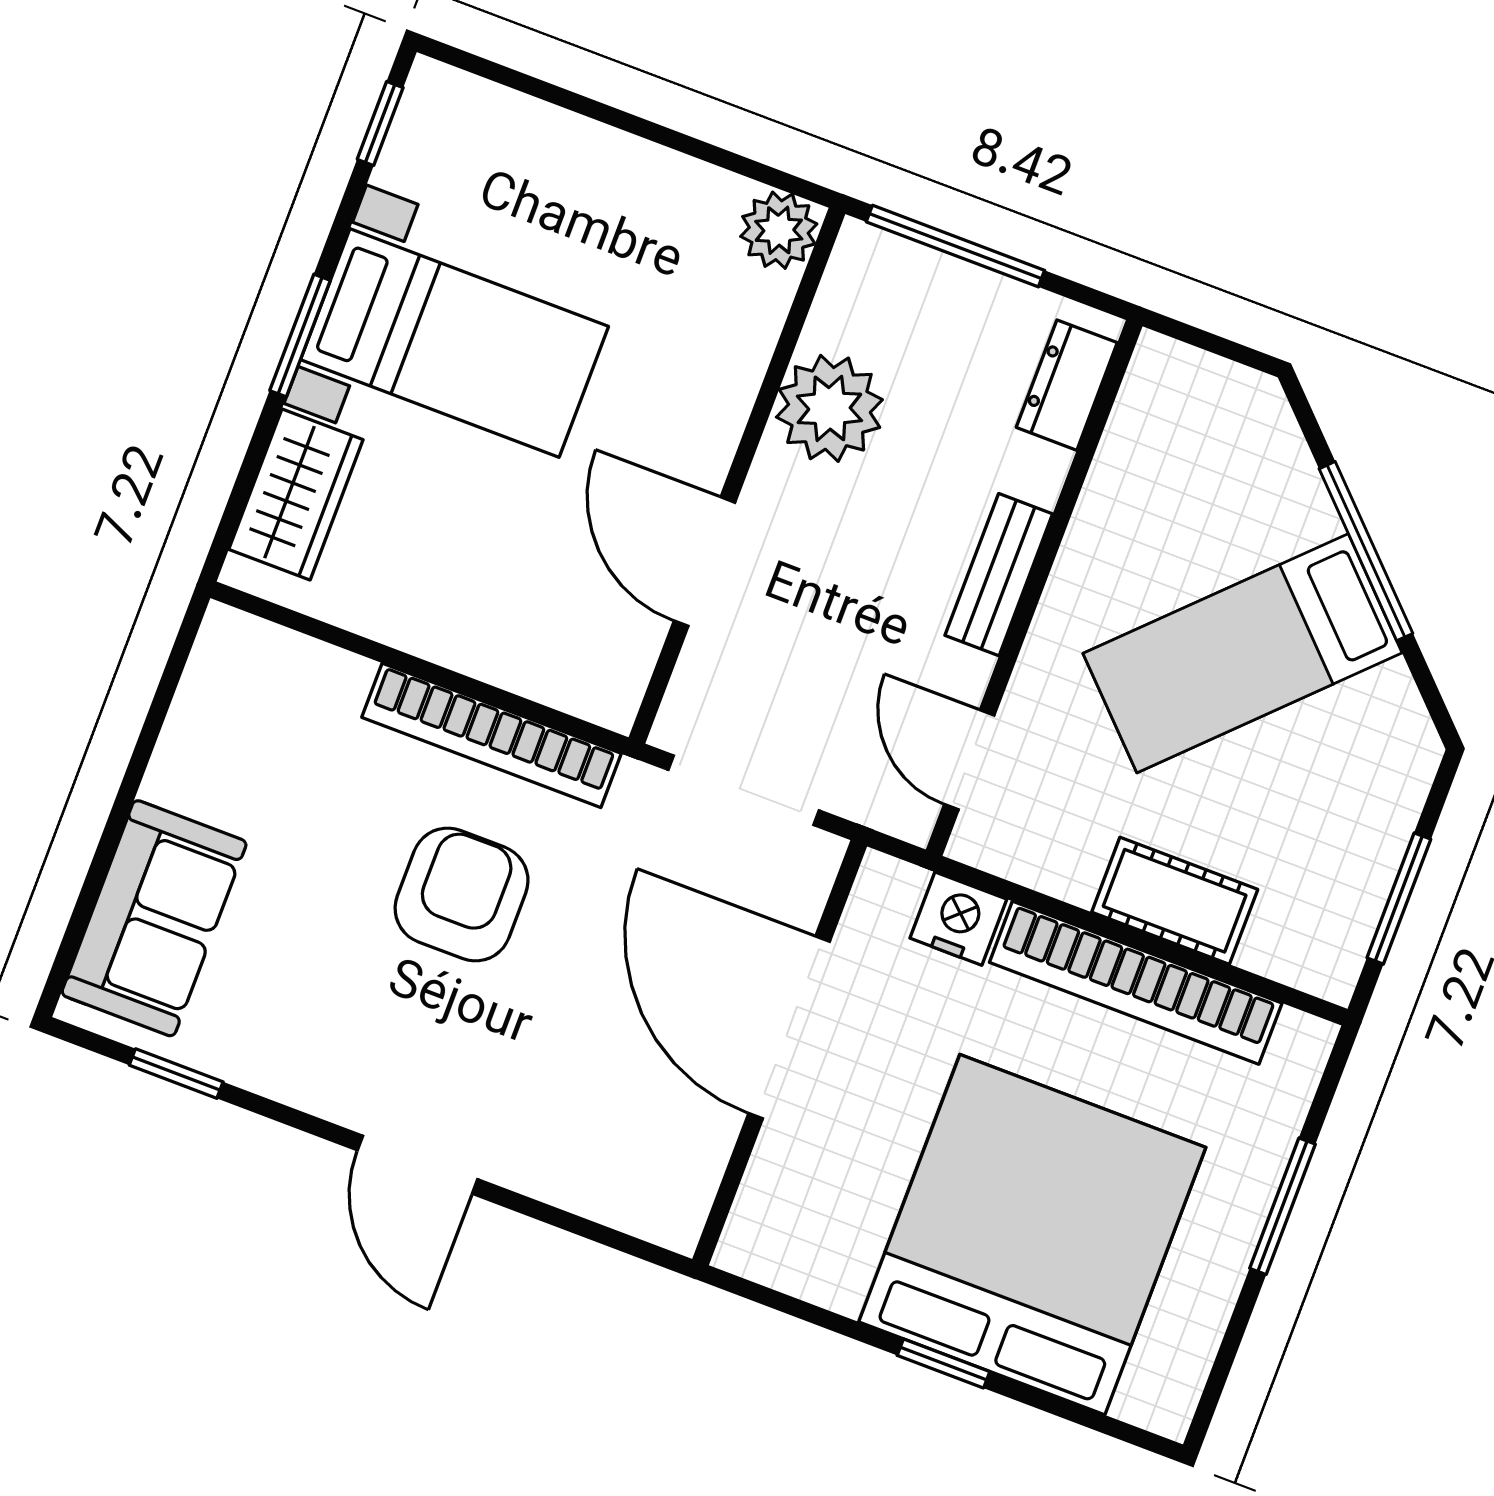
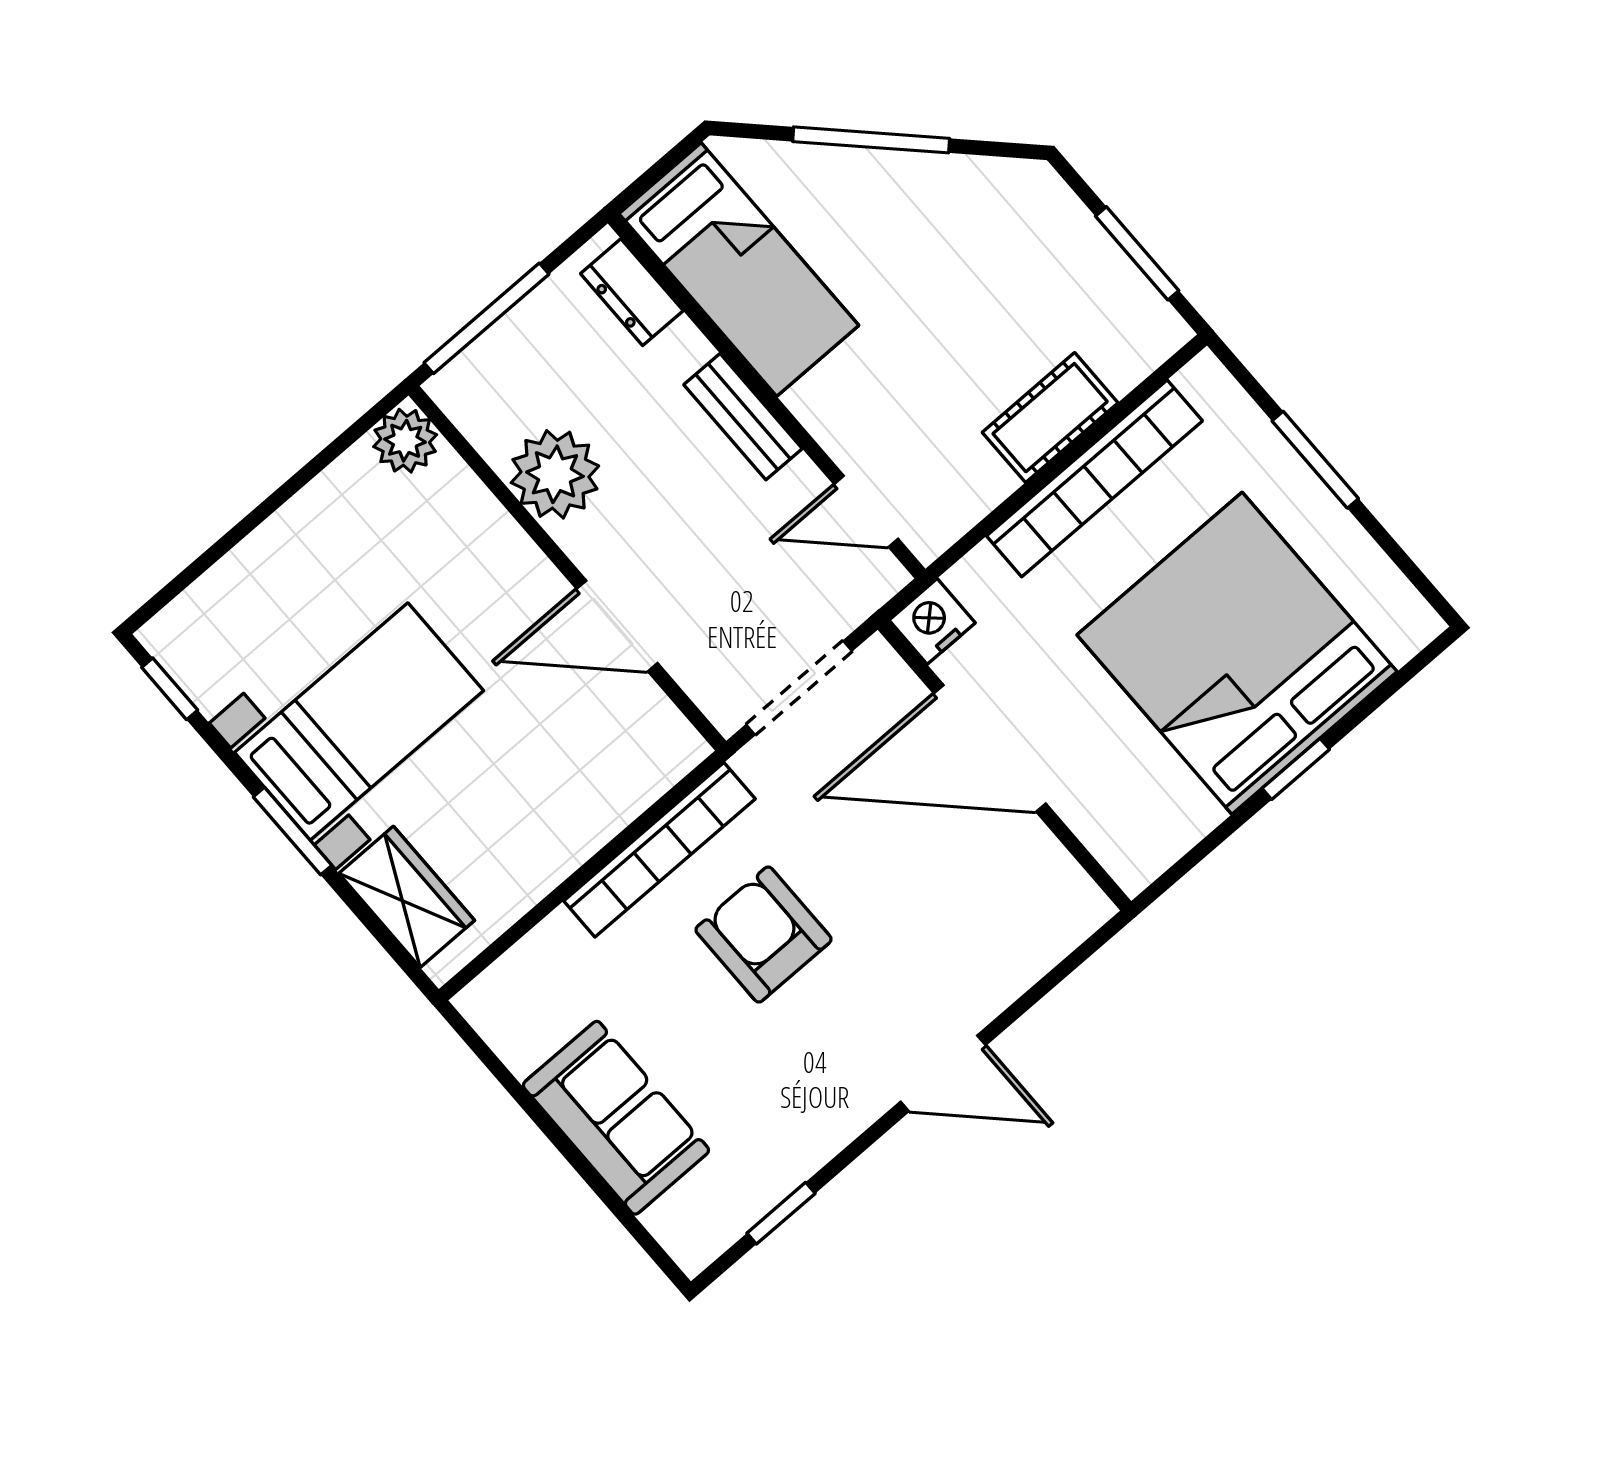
bed: (1243, 653) -> (739, 270), moved, turned -45
sofa: (154, 918) -> (616, 1118), moved
nightstand: (958, 919) -> (932, 621), moved

